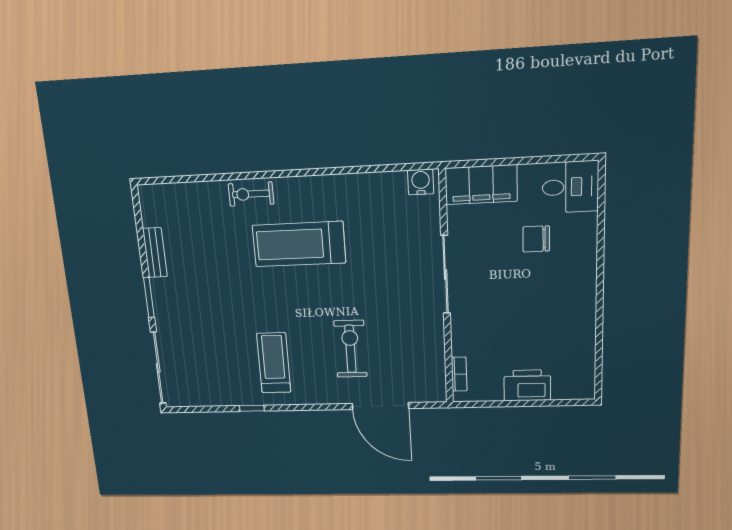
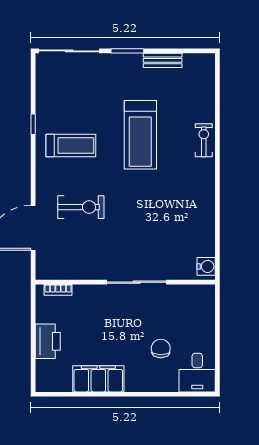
filing cabinet: (481, 185) -> (98, 379), moved, turned 90
treadmill: (299, 244) -> (140, 135), moved, turned 180

